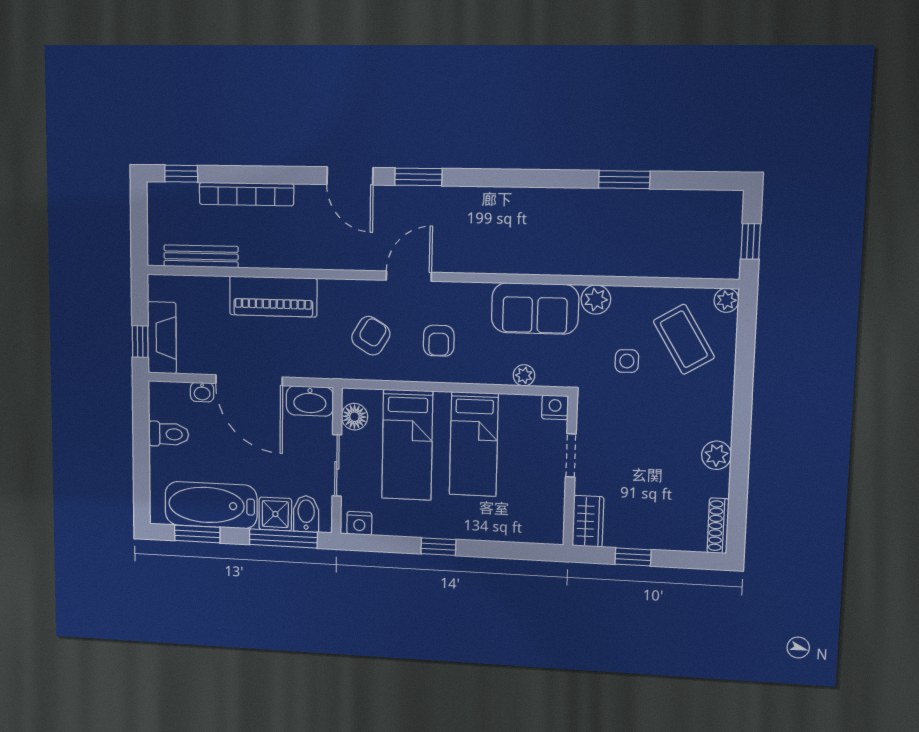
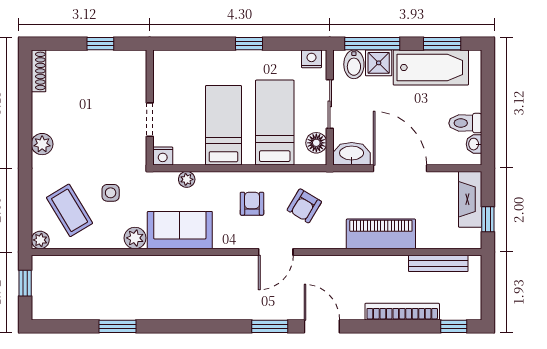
window: (140, 341) -> (488, 219), moved
washbasin: (202, 392) -> (474, 144), moved, turned -90
plant: (716, 455) -> (42, 144), moved
wardrobe: (588, 521) -> (135, 69), removed

